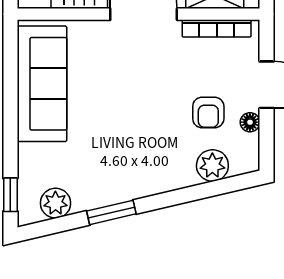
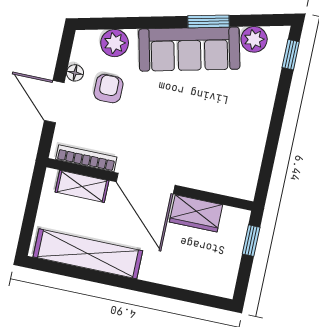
sofa: (42, 84) -> (189, 49), moved, turned -103

